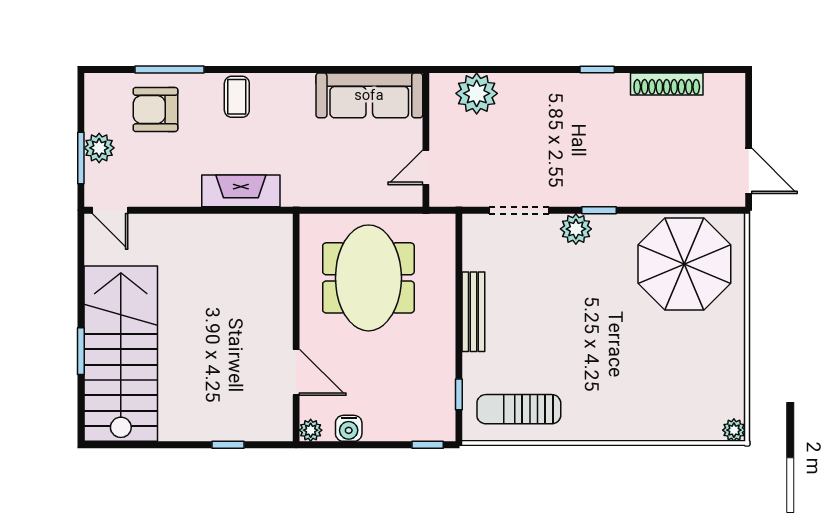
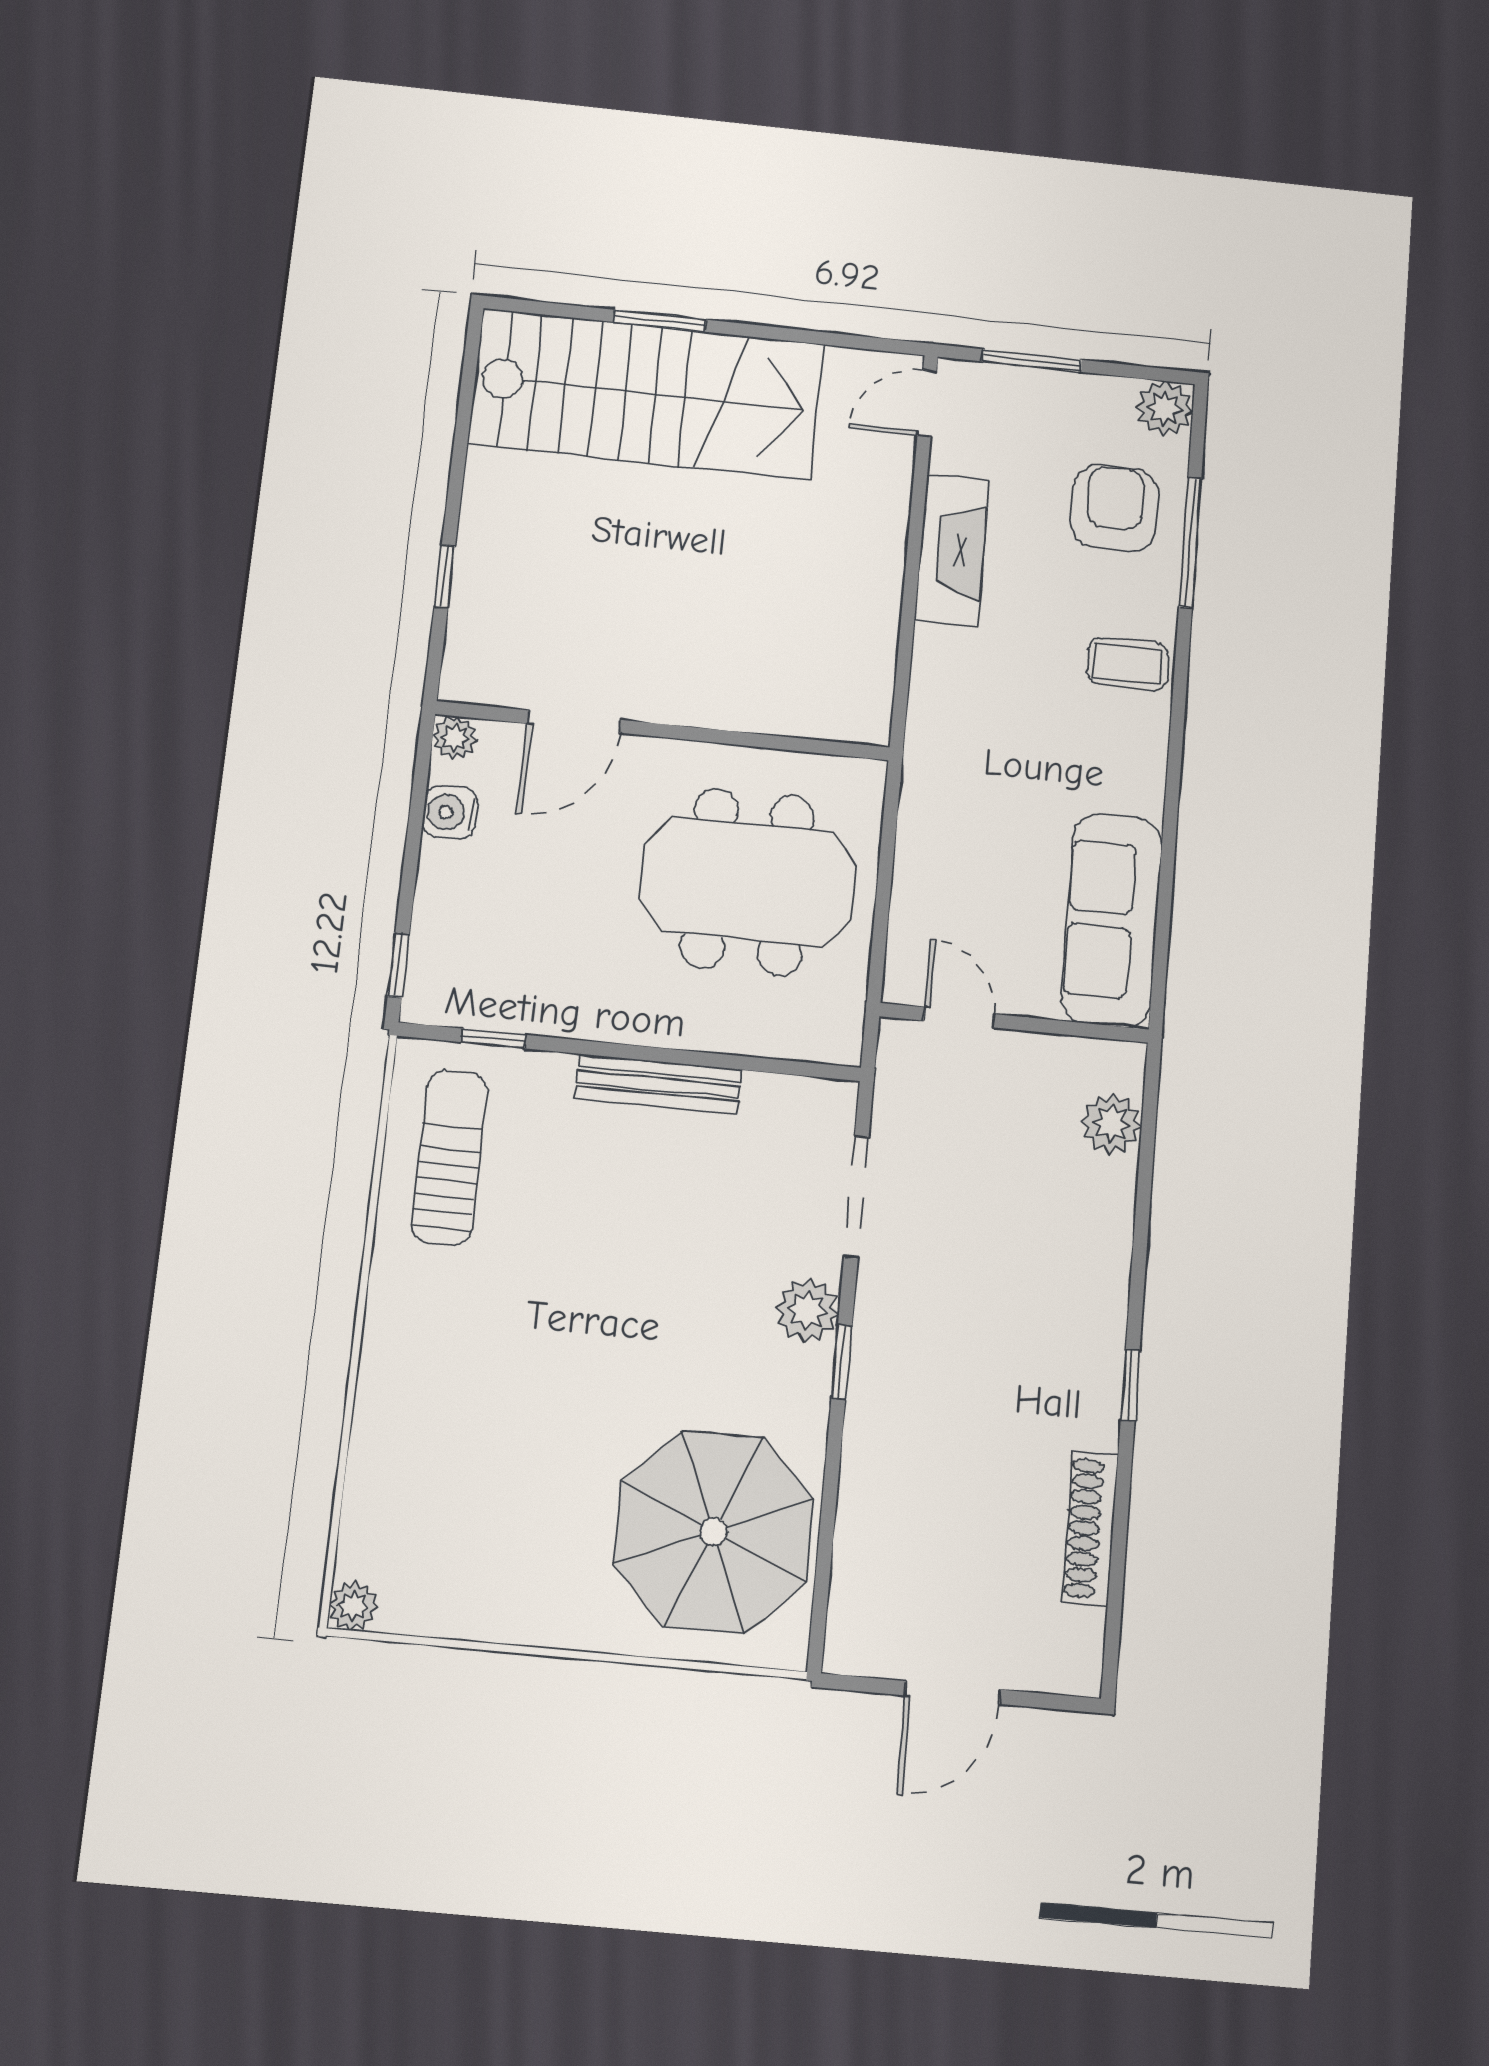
plant: (477, 93) -> (1111, 1124), width x0.73, depth x0.73
plant: (99, 148) -> (1164, 408), moved
door: (749, 171) -> (952, 1692), moved
fireplace: (241, 191) -> (952, 550), moved

